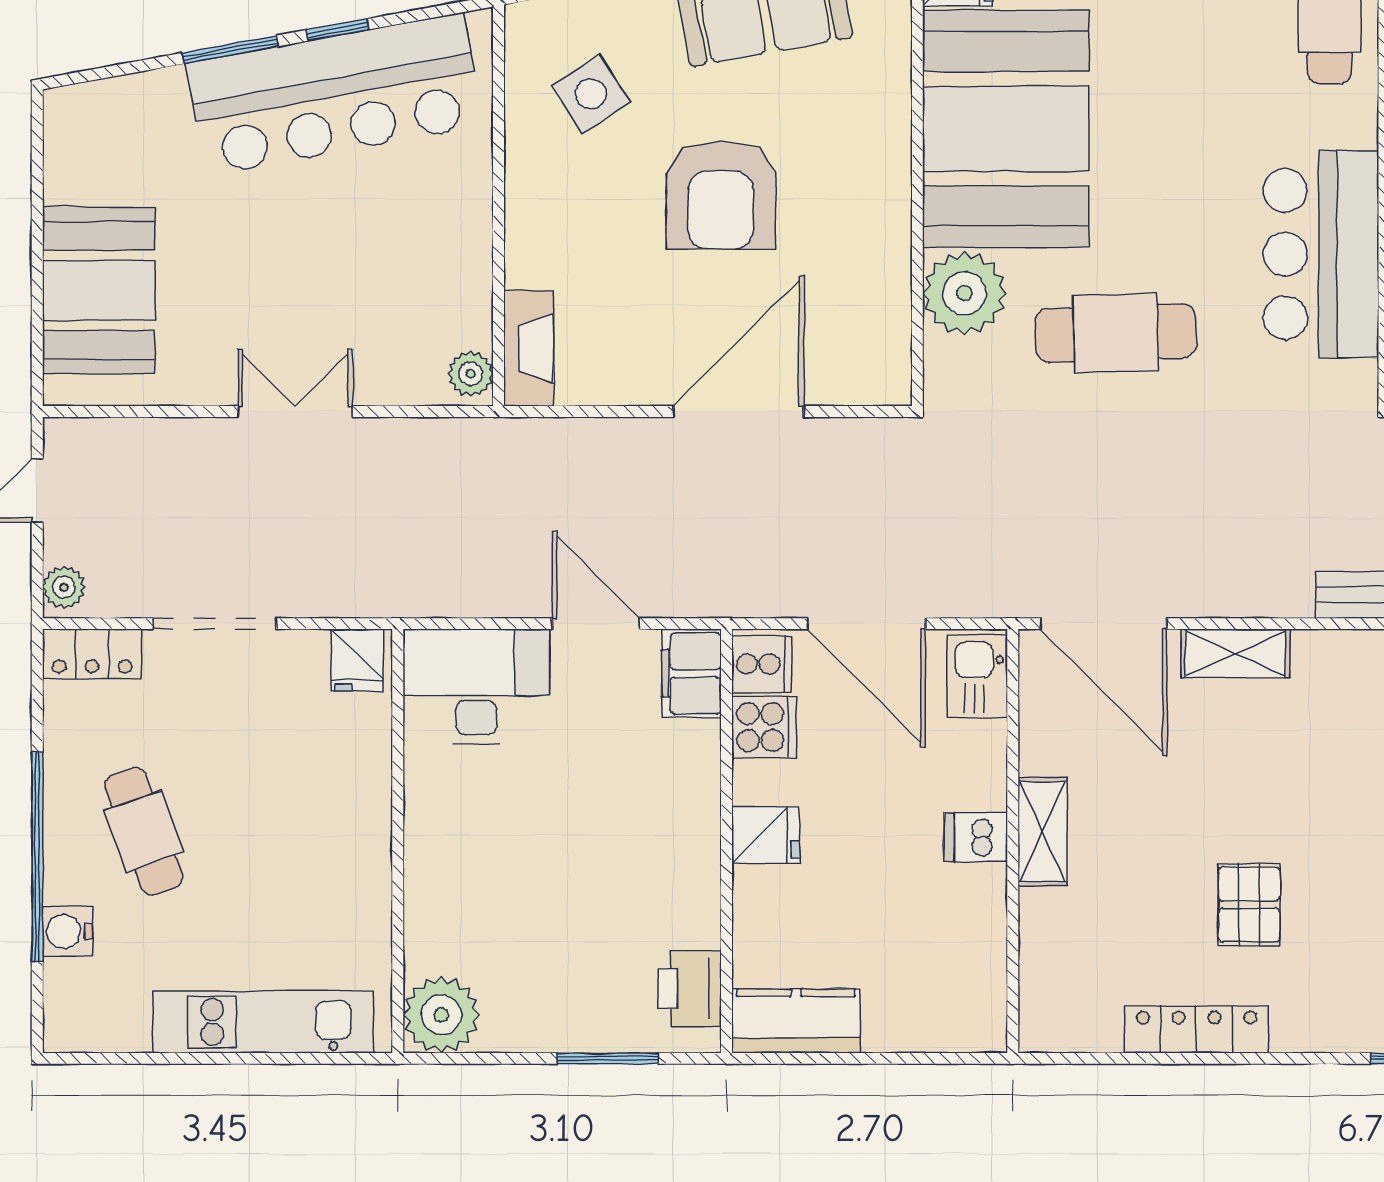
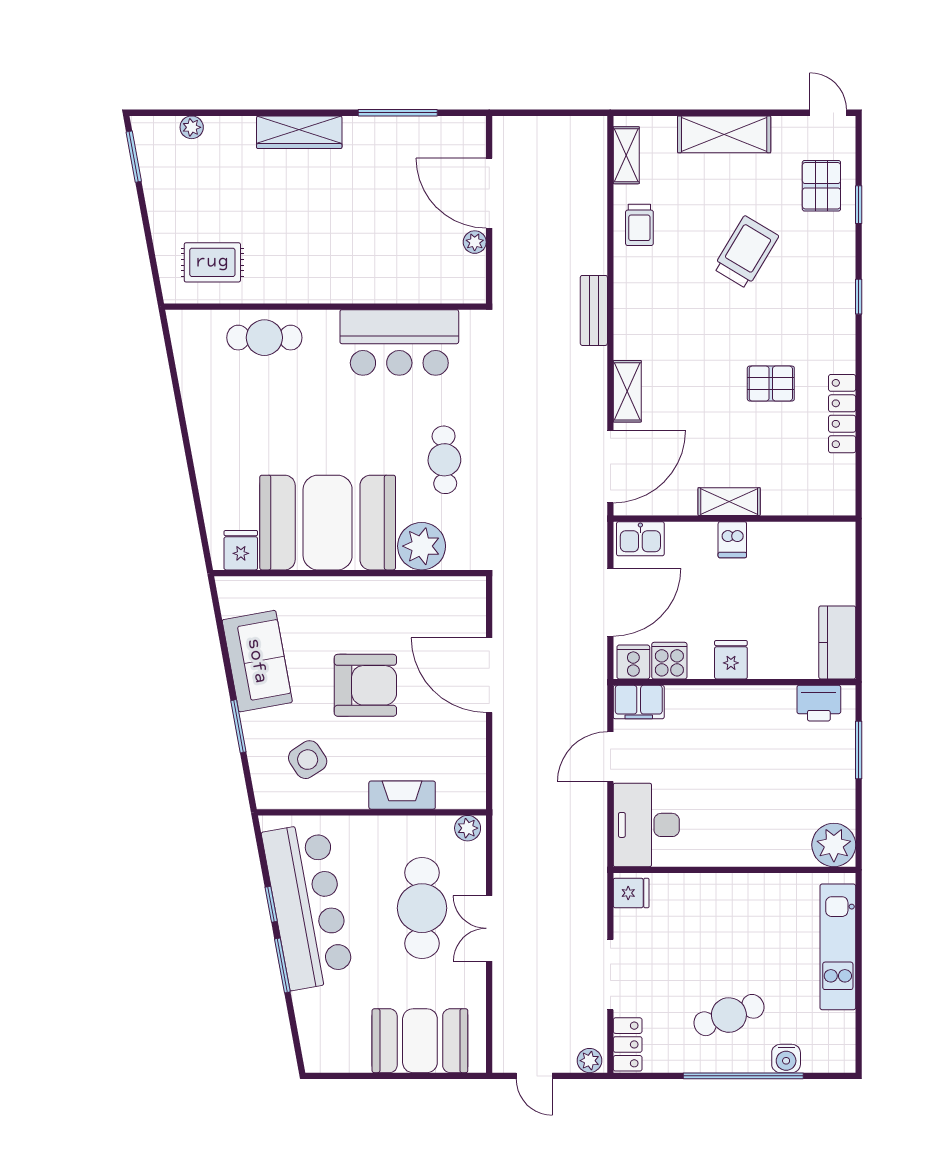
cafe table: (331, 294) -> (422, 908), added
cafe table: (1116, 333) -> (444, 460), width x0.73, depth x0.74
fireplace: (529, 348) -> (402, 795), moved

